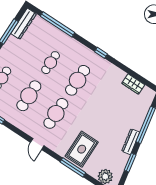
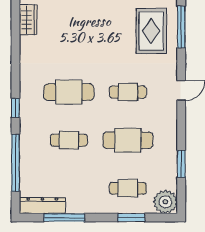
window: (101, 53) -> (16, 108), moved
cafe table: (56, 113) -> (128, 92), width x0.73, depth x0.74
rug: (82, 149) -> (151, 31), turned 90

